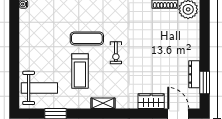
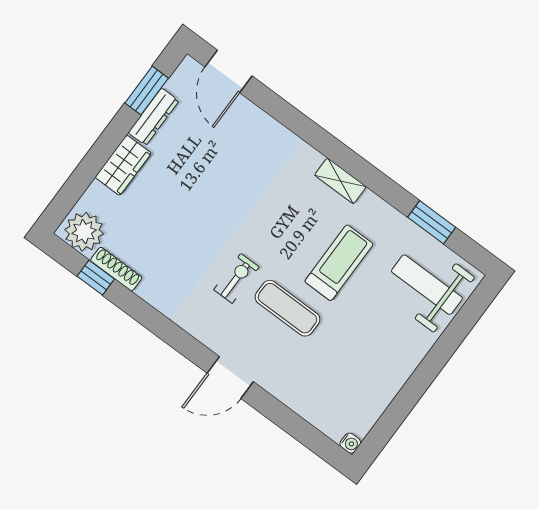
exercise bike: (116, 53) -> (236, 278), moved
wardrobe: (151, 101) -> (123, 165), moved, turned -90

